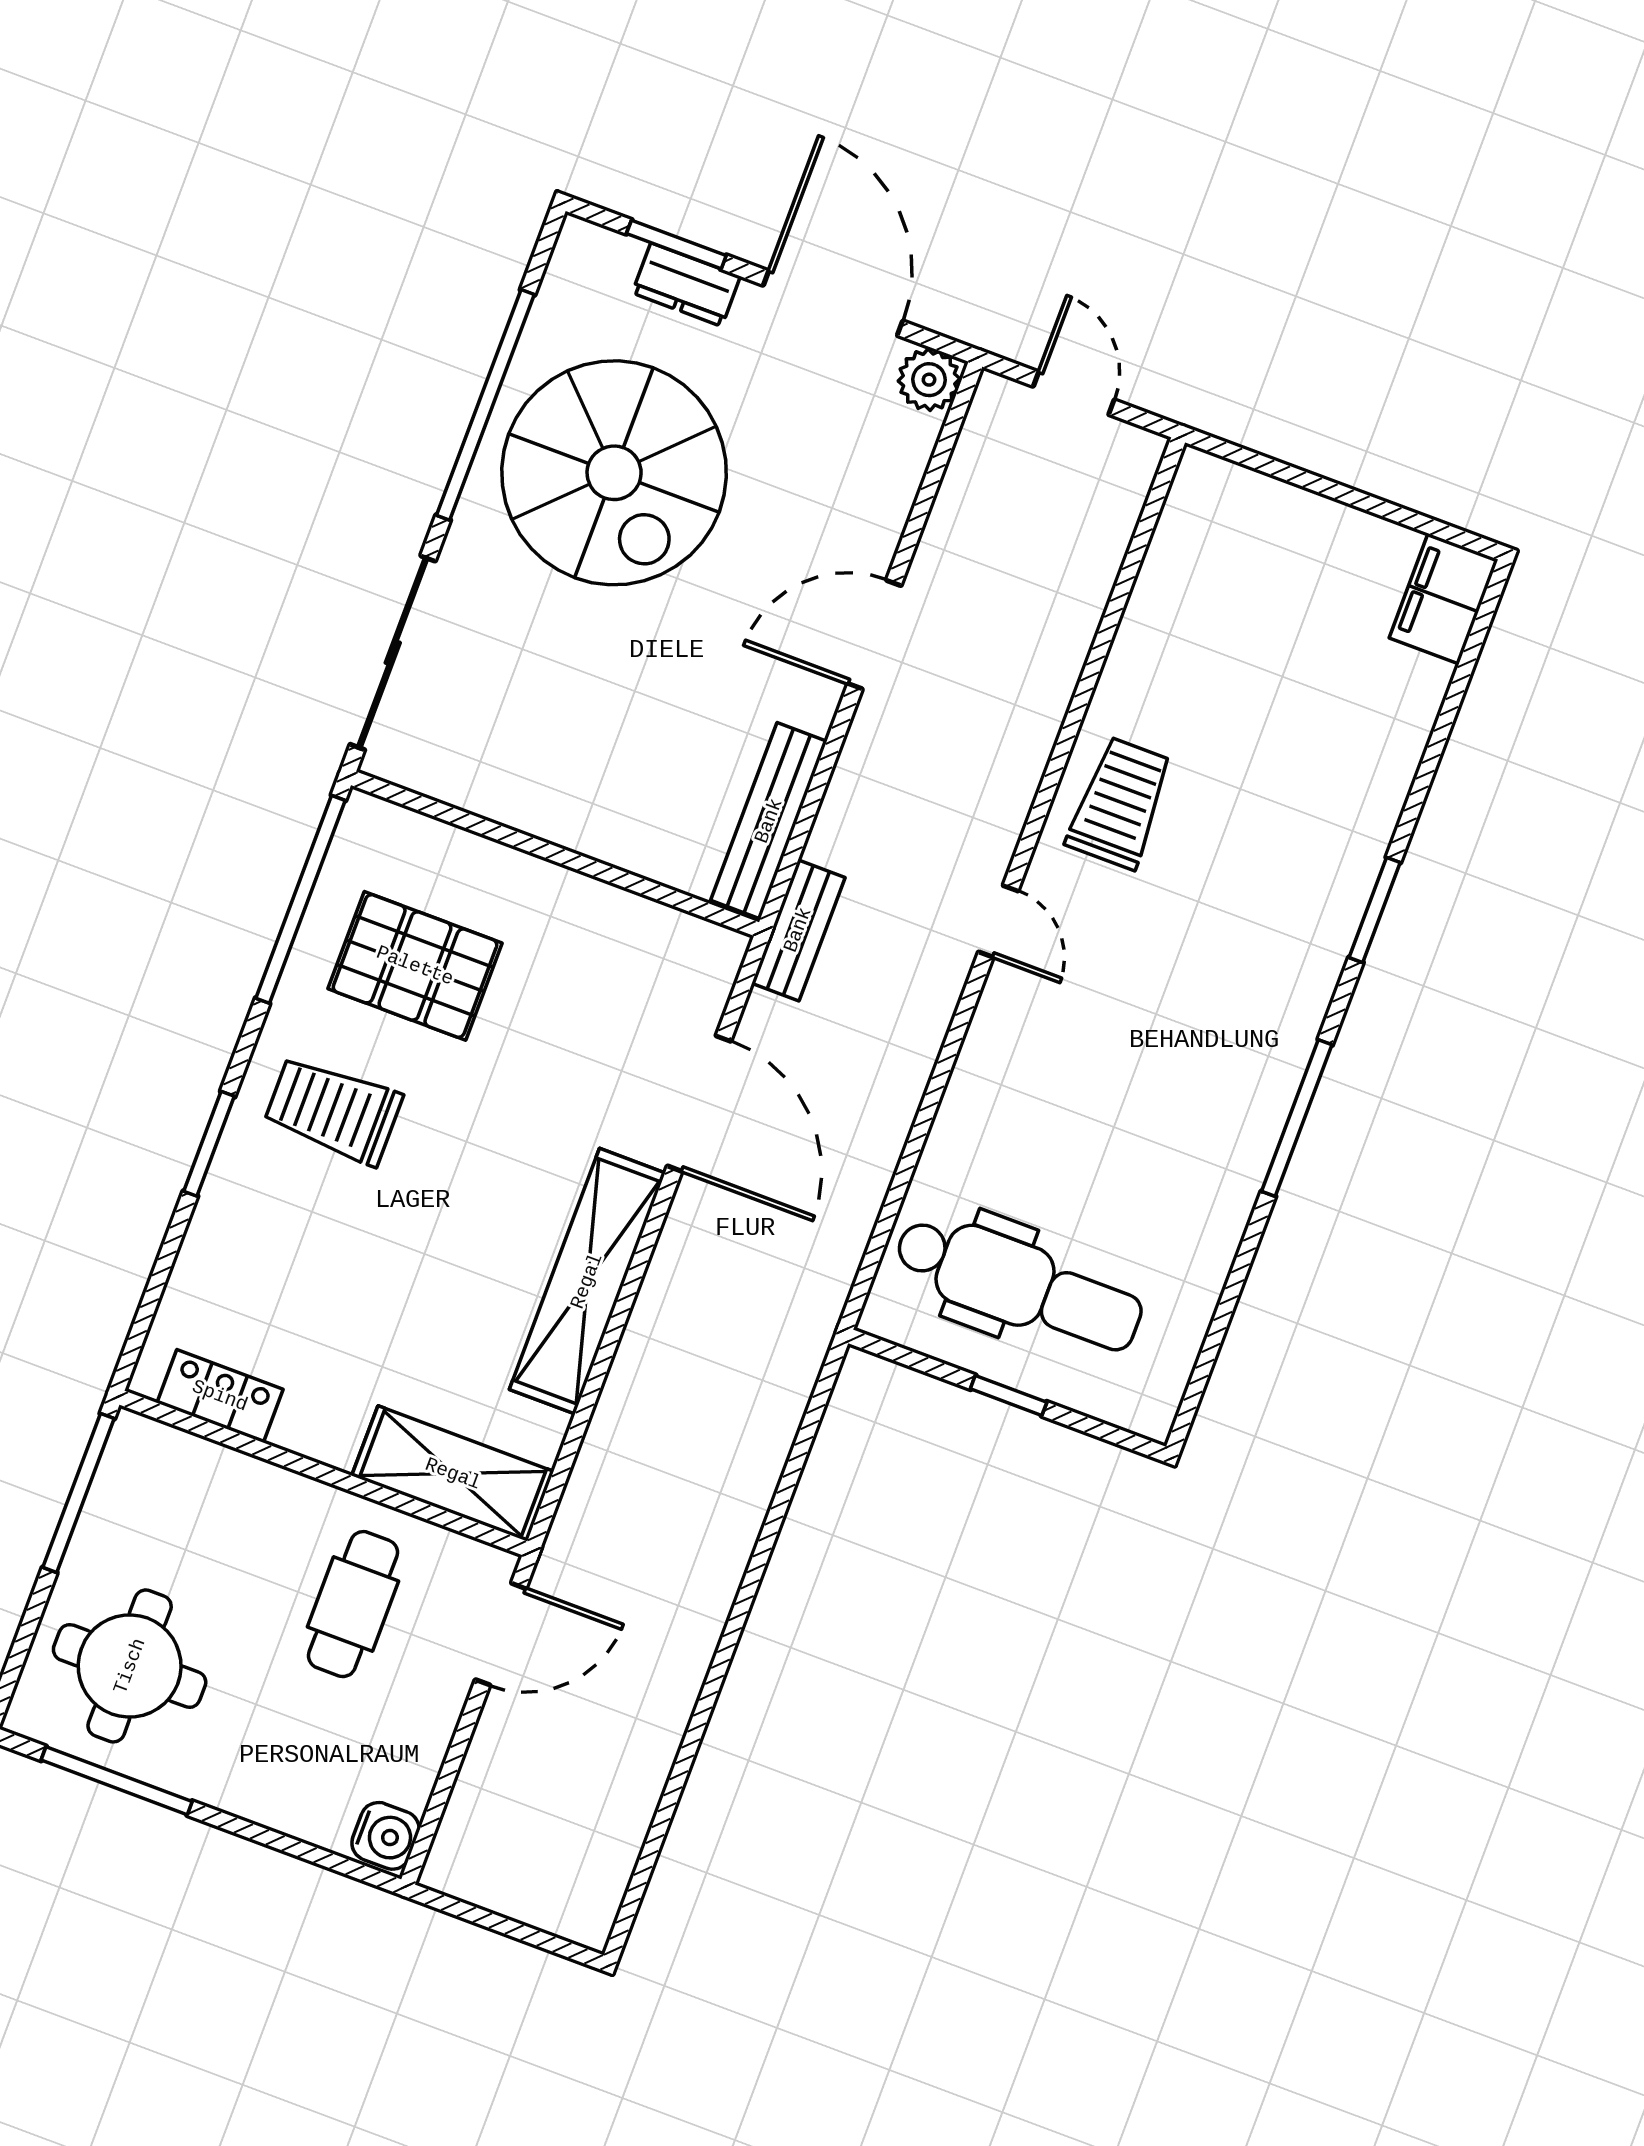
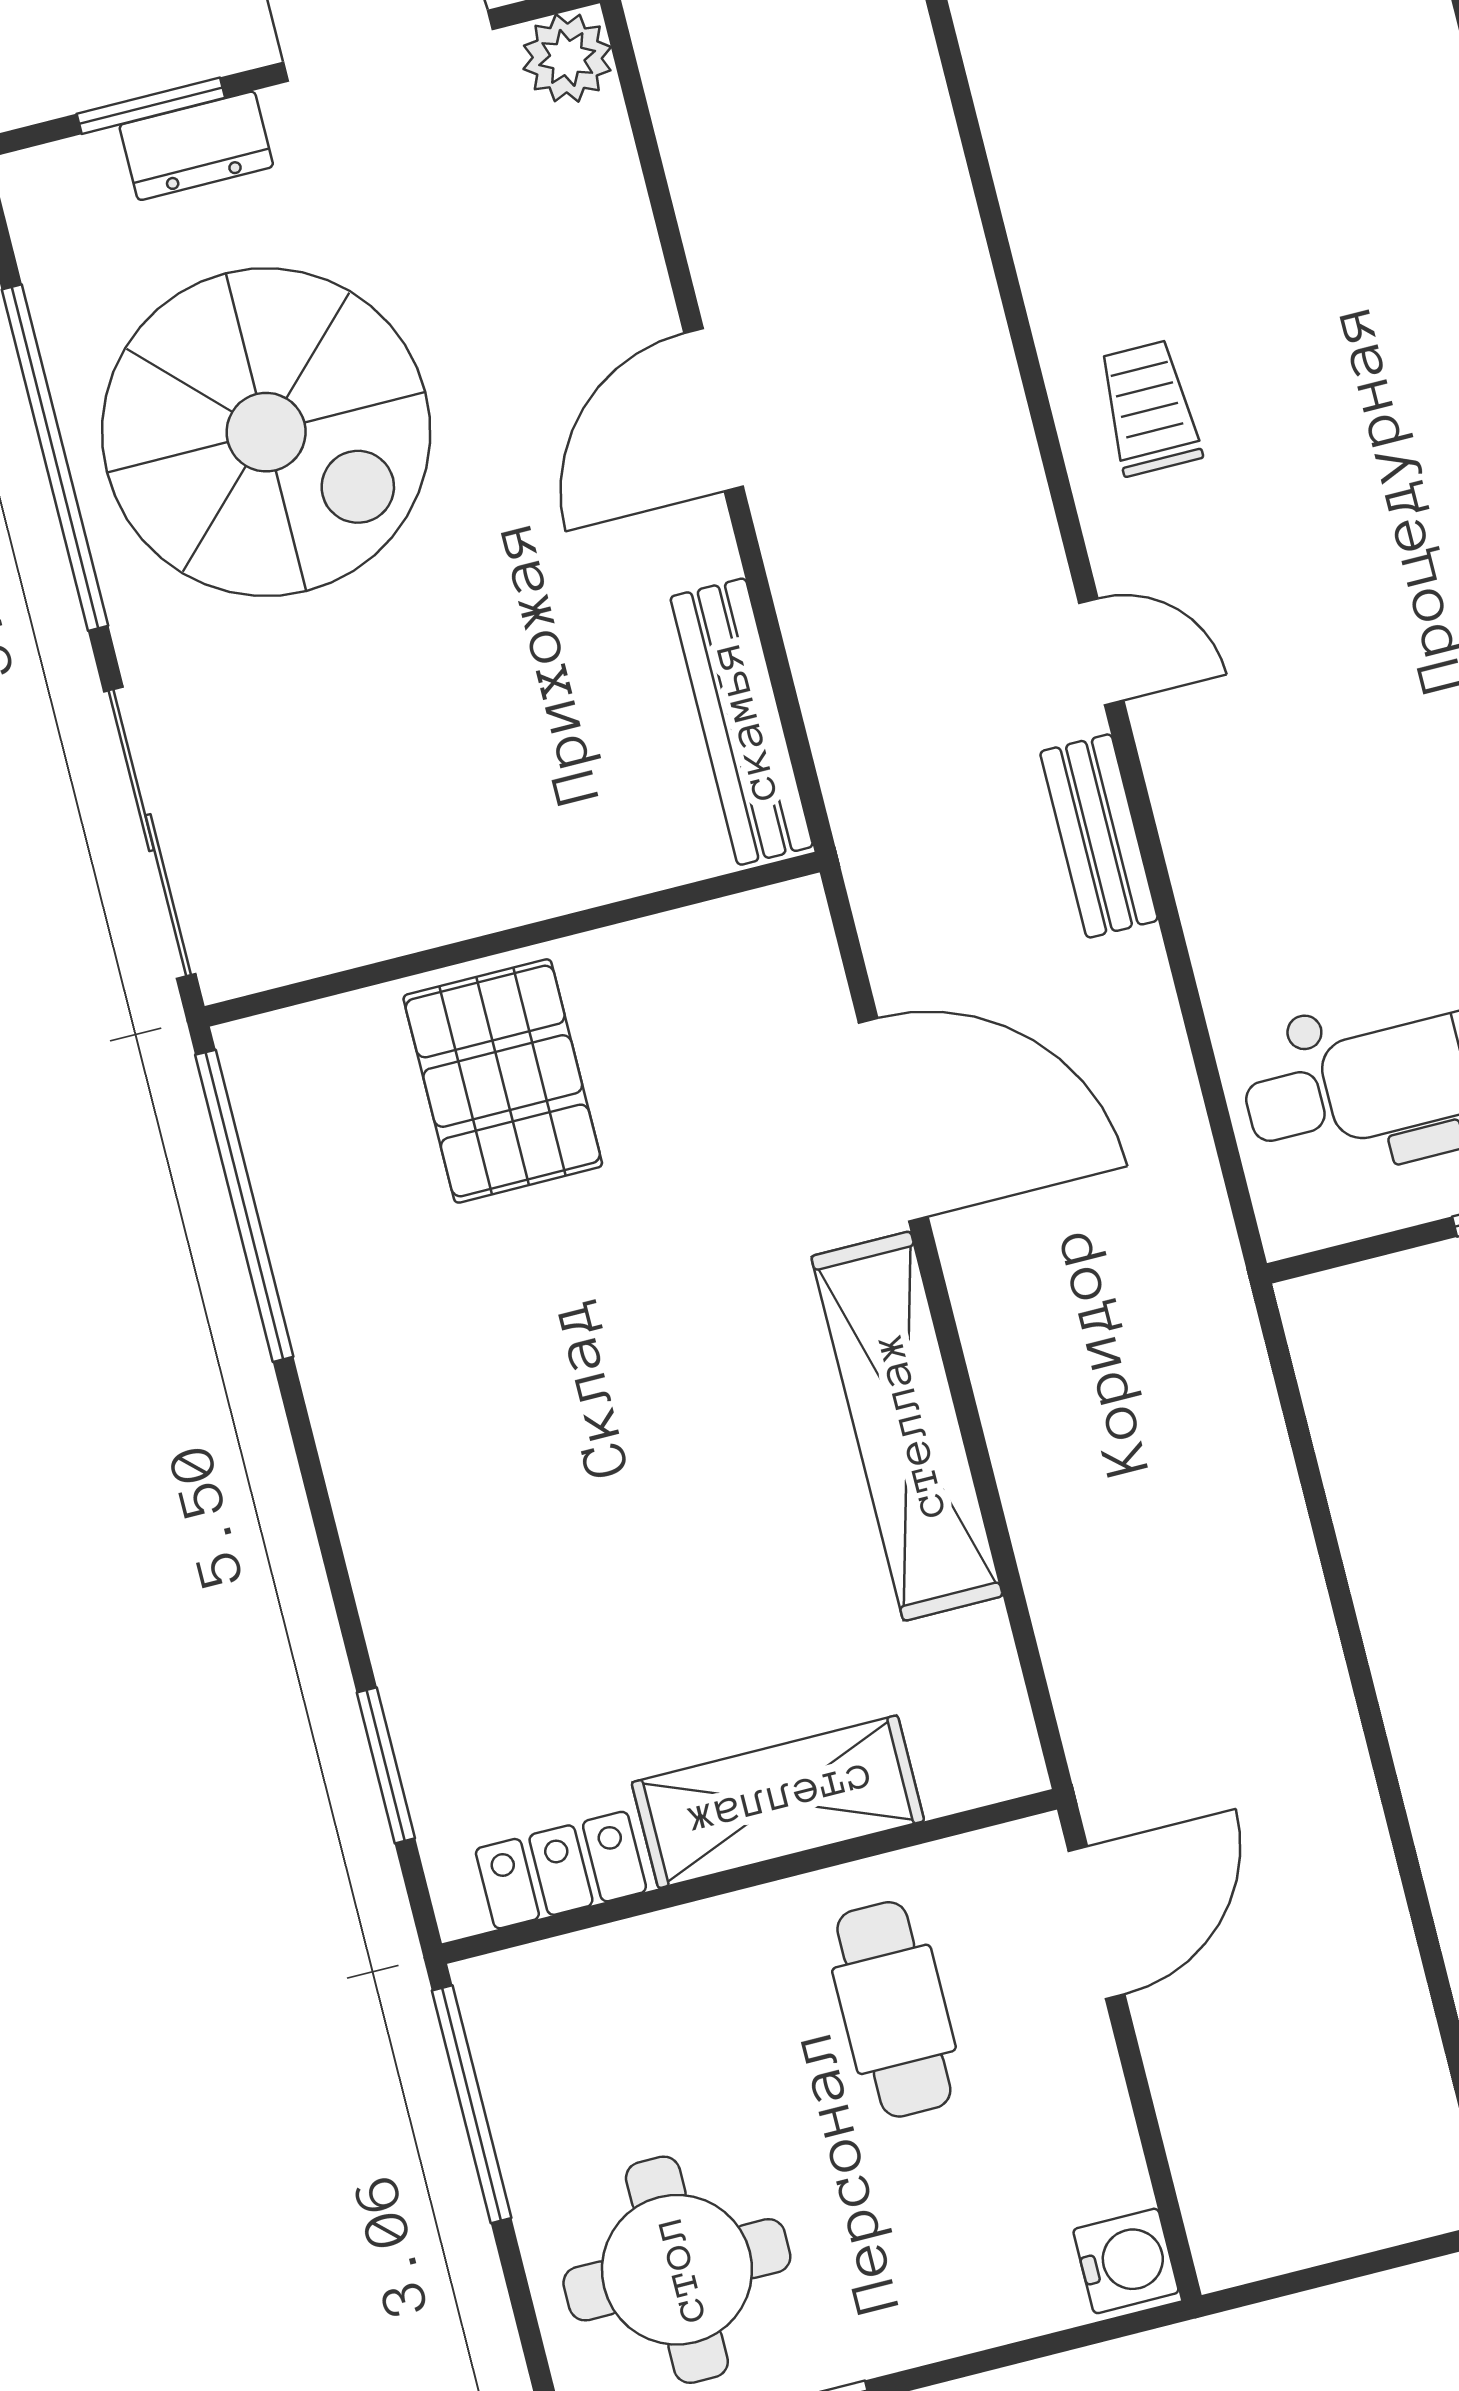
trolley: (1120, 803) -> (1149, 408), width x0.73, depth x0.72
bench: (798, 930) -> (1099, 836), moved
pallet: (415, 966) -> (503, 1081), moved, turned 90
trolley: (333, 1110) -> (459, 1432), removed
window: (209, 1144) -> (386, 1765), moved
shelving: (453, 1474) -> (778, 1802), moved

